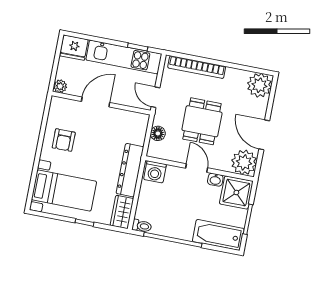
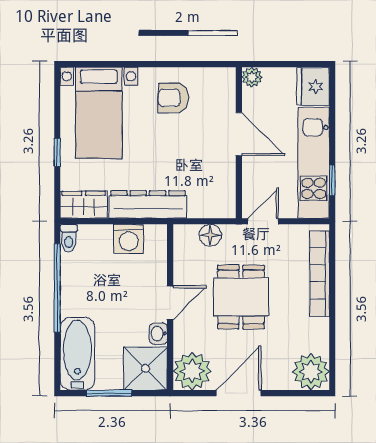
dining table: (202, 121) -> (241, 297), turned 90
washing machine: (155, 172) -> (129, 239), moved, turned -90

